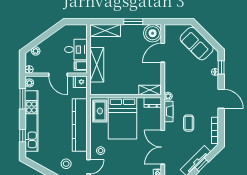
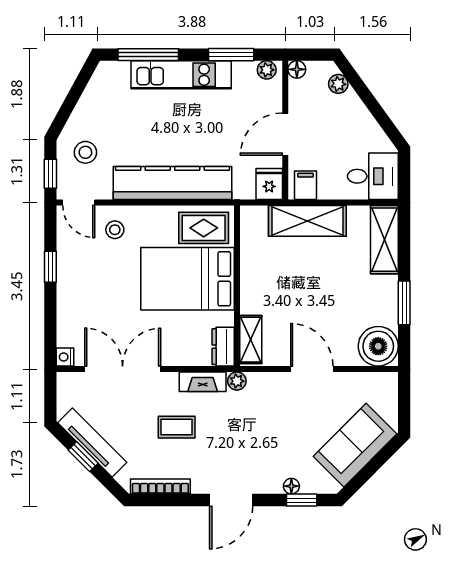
desk: (76, 50) -> (373, 176), moved, turned -90
door: (163, 53) -> (312, 369), moved
kitchen unit: (32, 121) -> (181, 75), width x0.73
window: (23, 136) -> (148, 55), width x2.17

